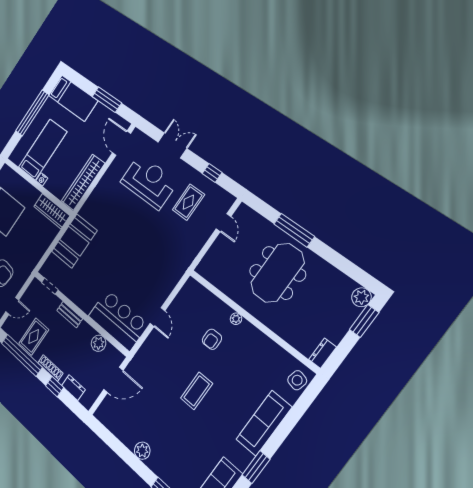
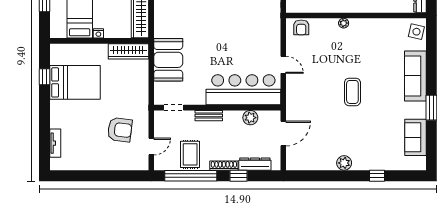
bar counter: (118, 320) -> (243, 90), width x1.36
armchair: (212, 339) -> (301, 27), moved
dresser: (73, 388) -> (255, 164), width x1.44

